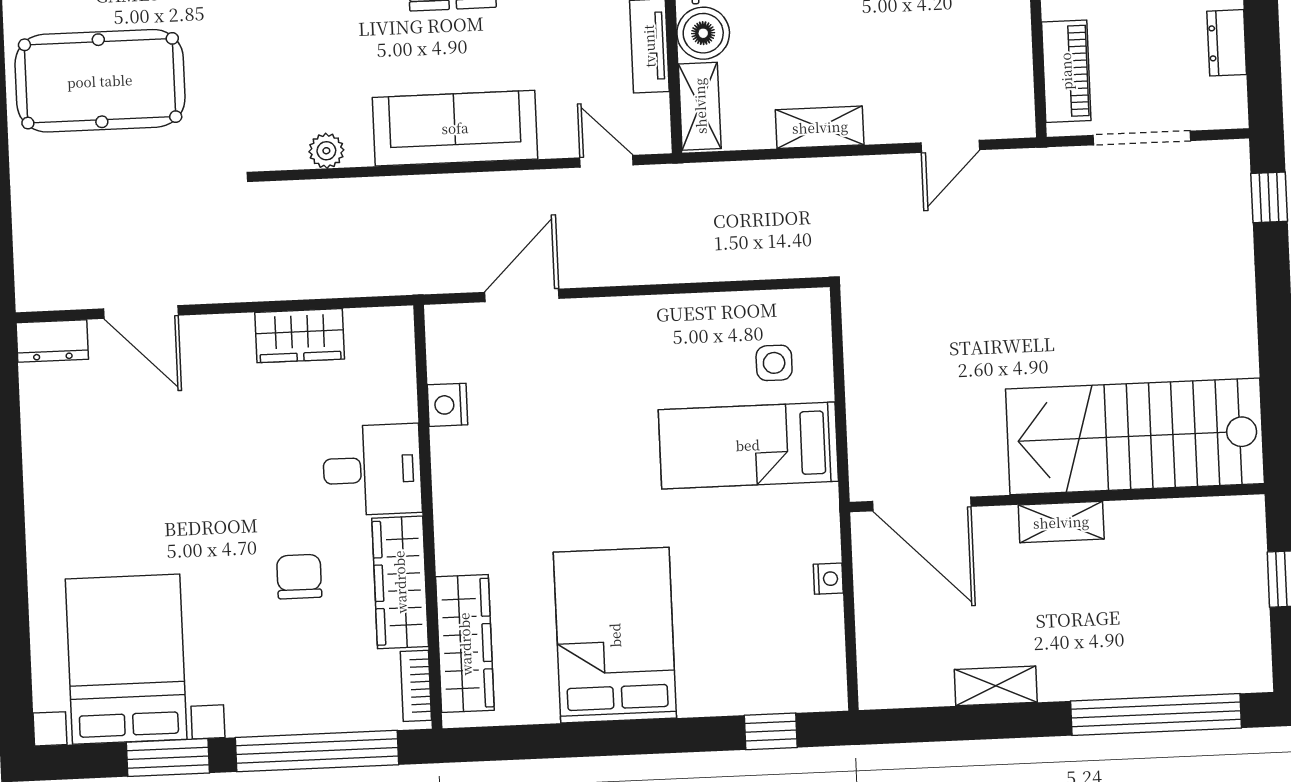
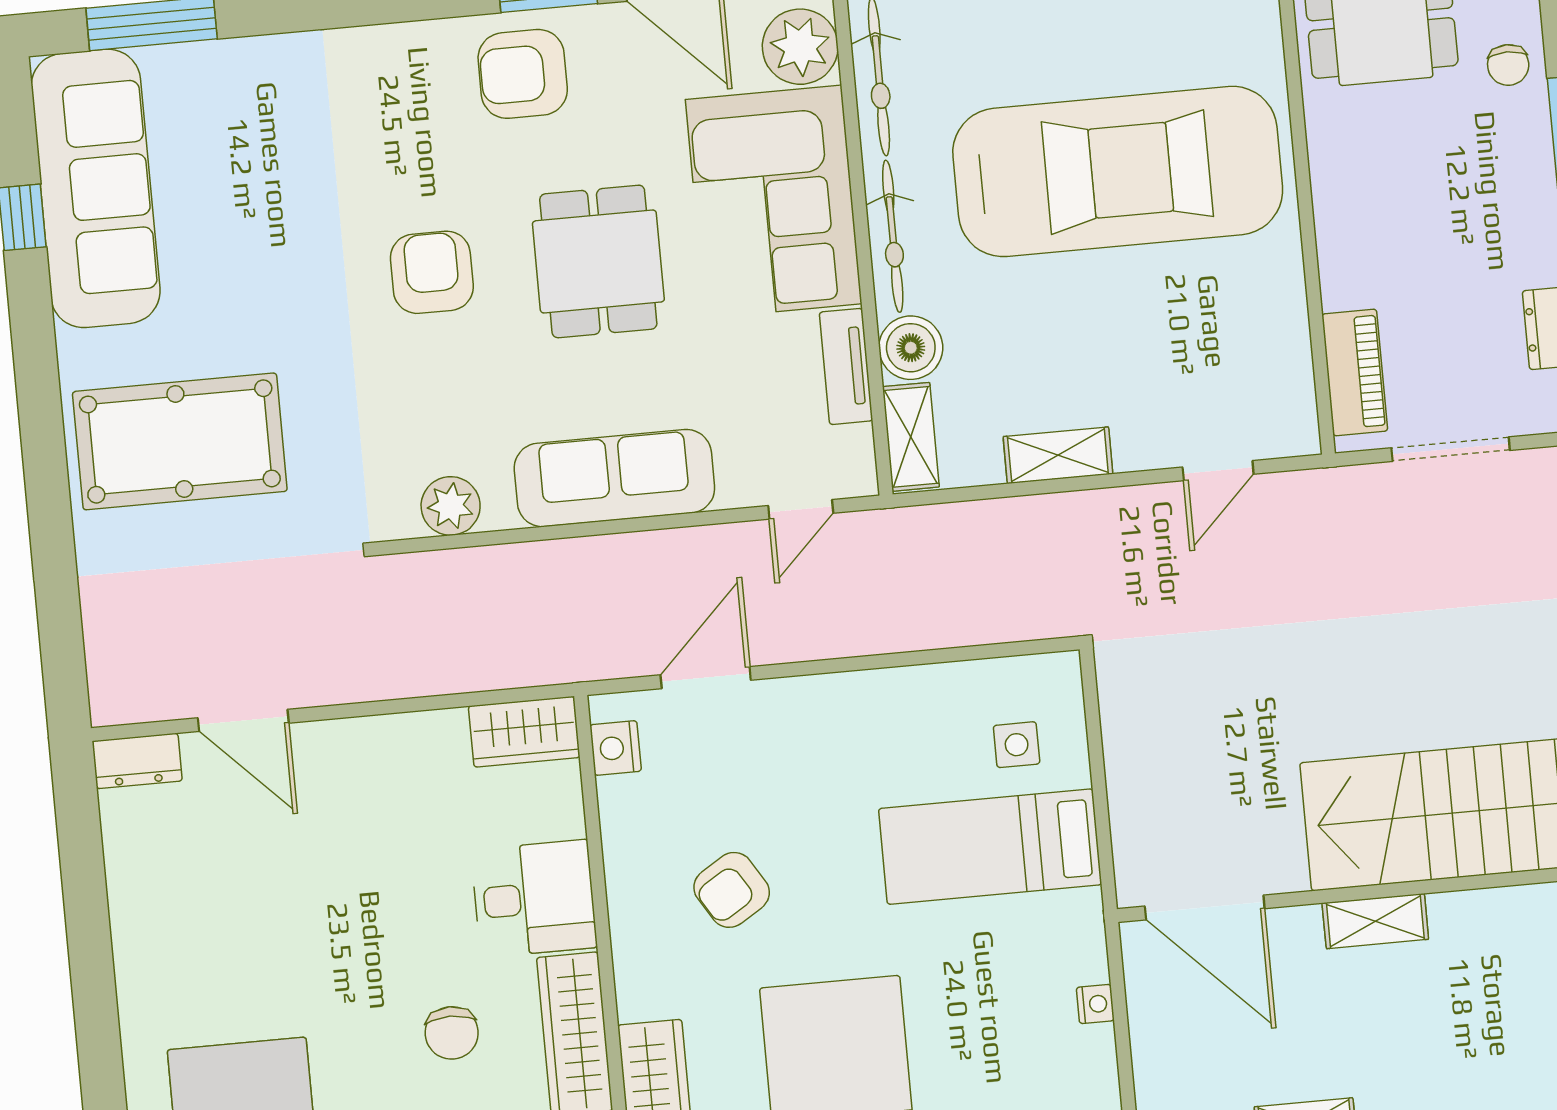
plant: (326, 151) -> (451, 506), width x1.38, depth x1.38
door: (606, 161) -> (801, 509), swing flipped
wardrobe: (300, 336) -> (524, 732), moved
nightstand: (447, 405) -> (616, 748), moved
armchair: (535, 471) -> (732, 890), added
chair: (299, 577) -> (452, 1033), turned 180

